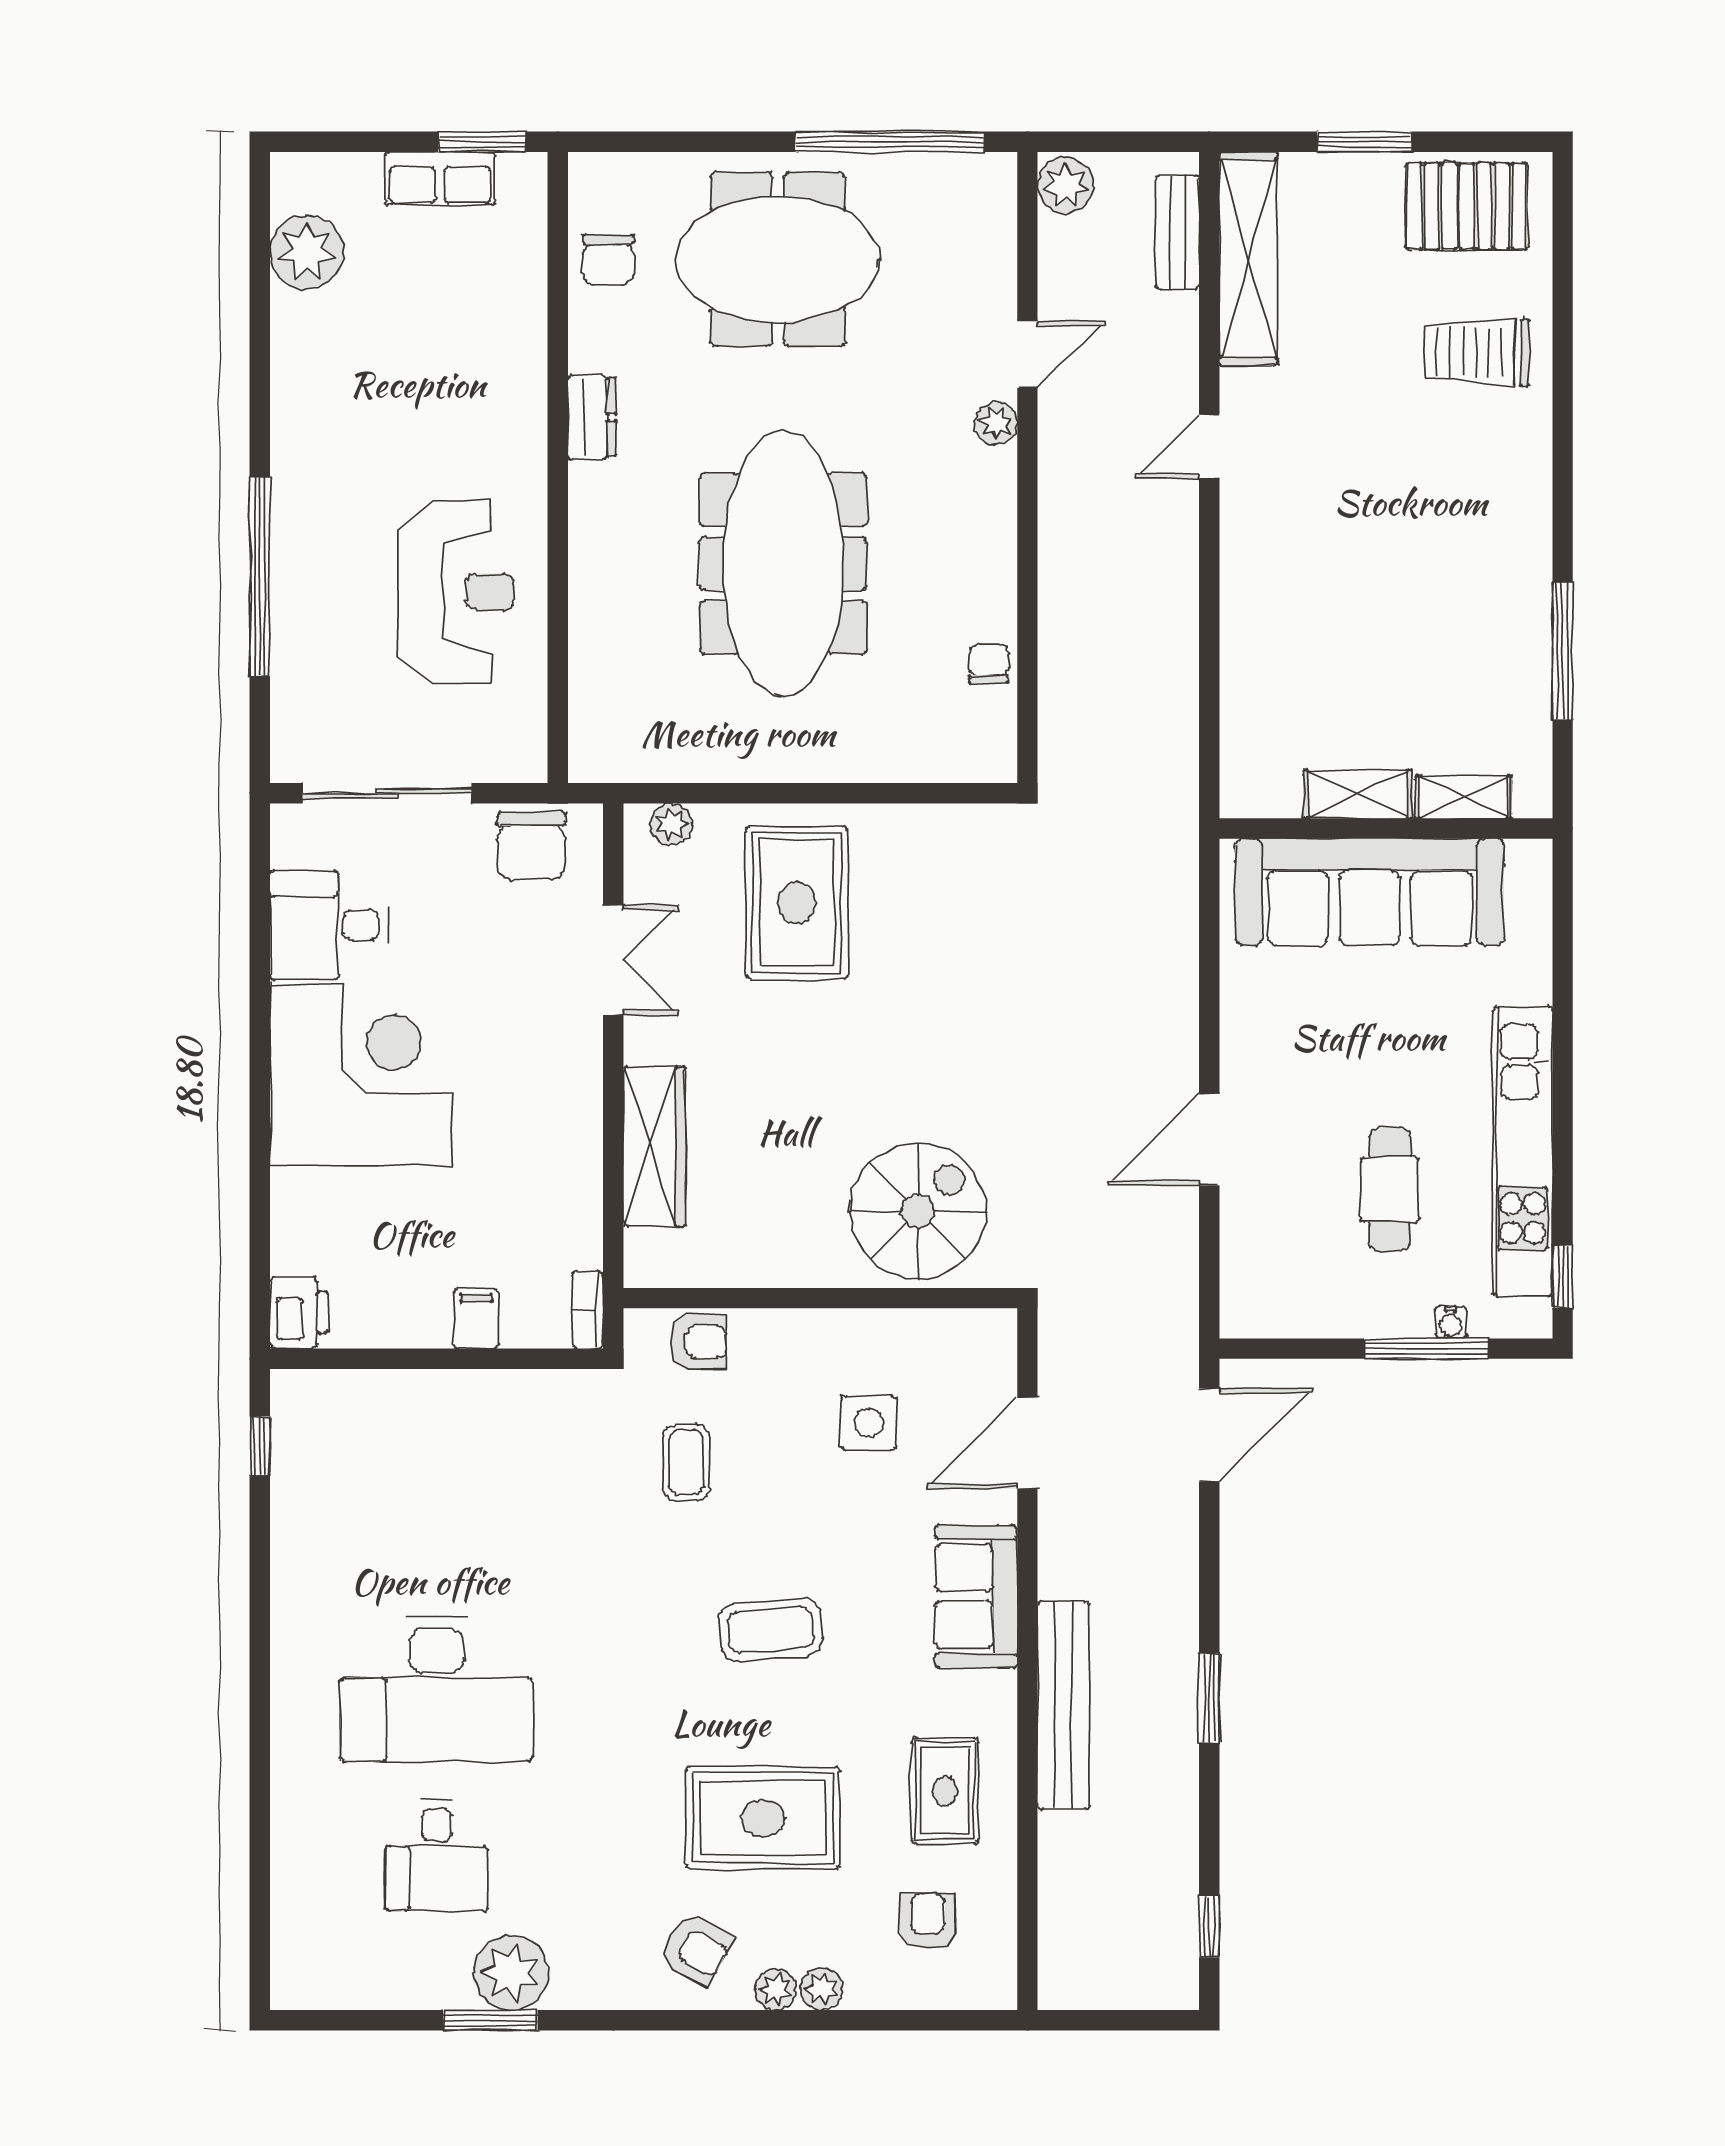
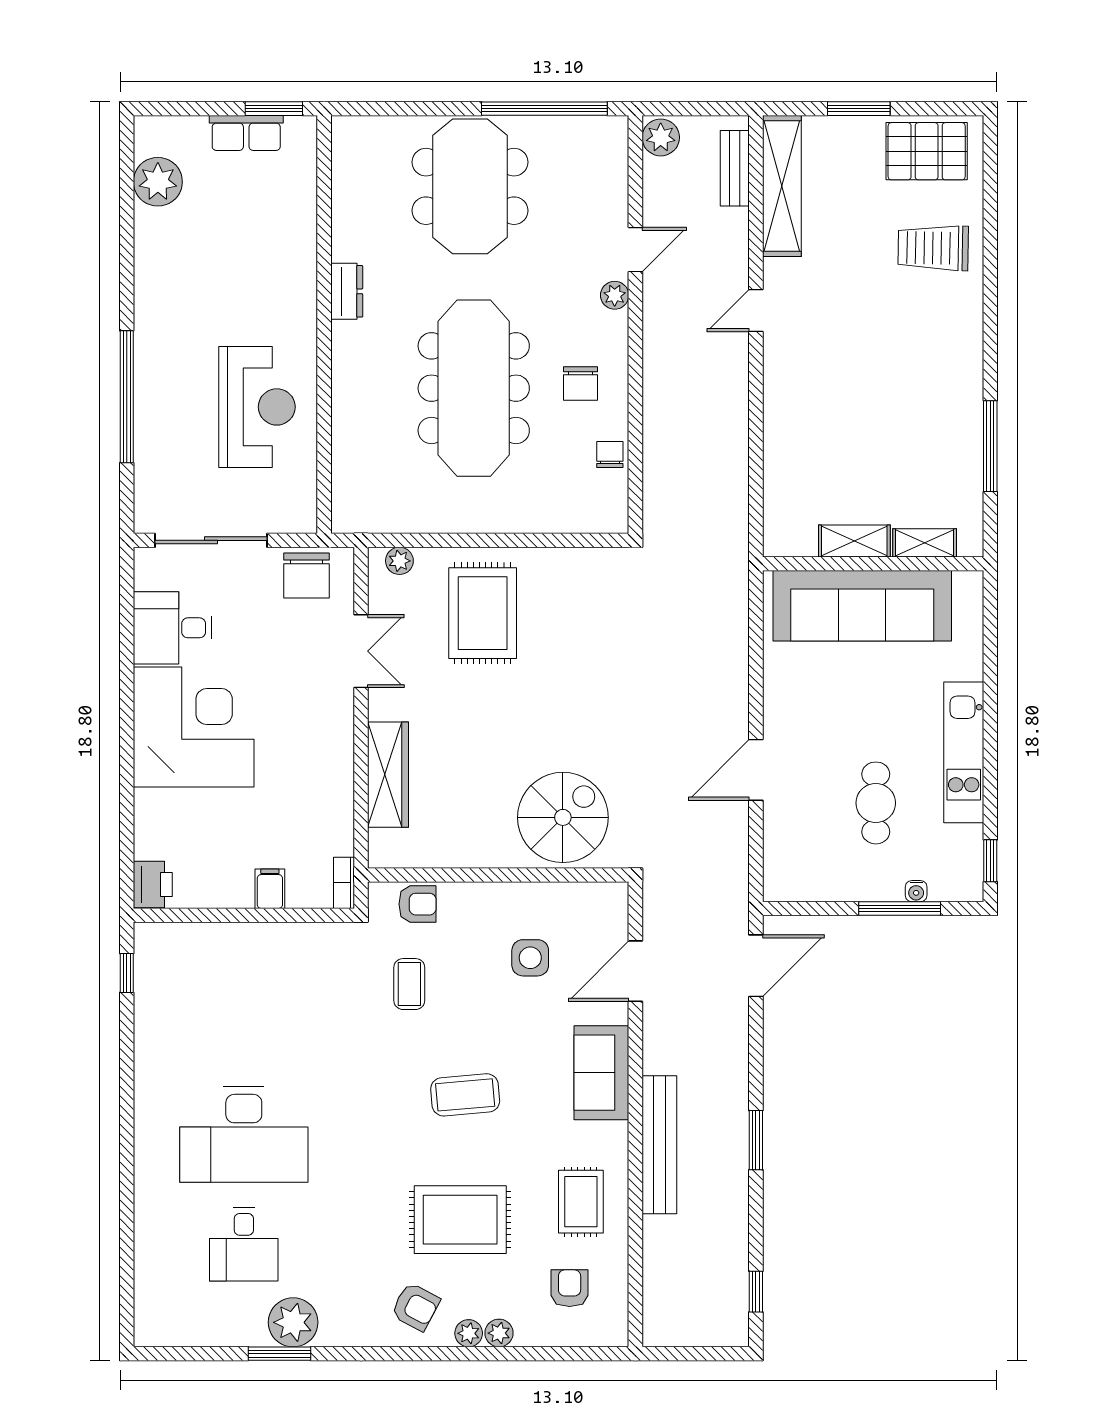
meeting table: (778, 259) -> (470, 186), turned 90
chair: (608, 260) -> (581, 383), moved
kitchen unit: (1523, 1152) -> (964, 752), width x0.73

